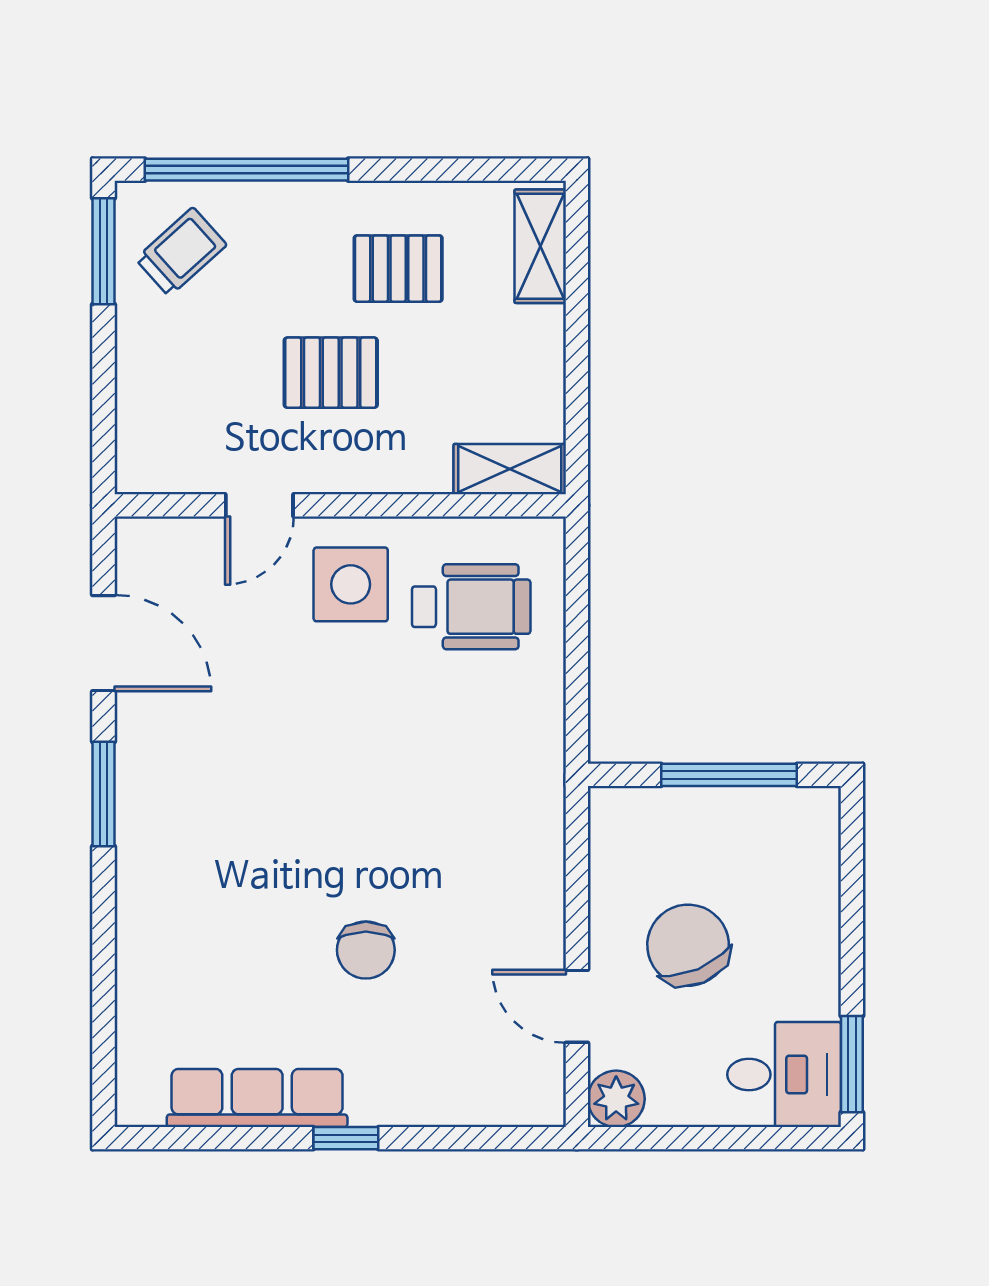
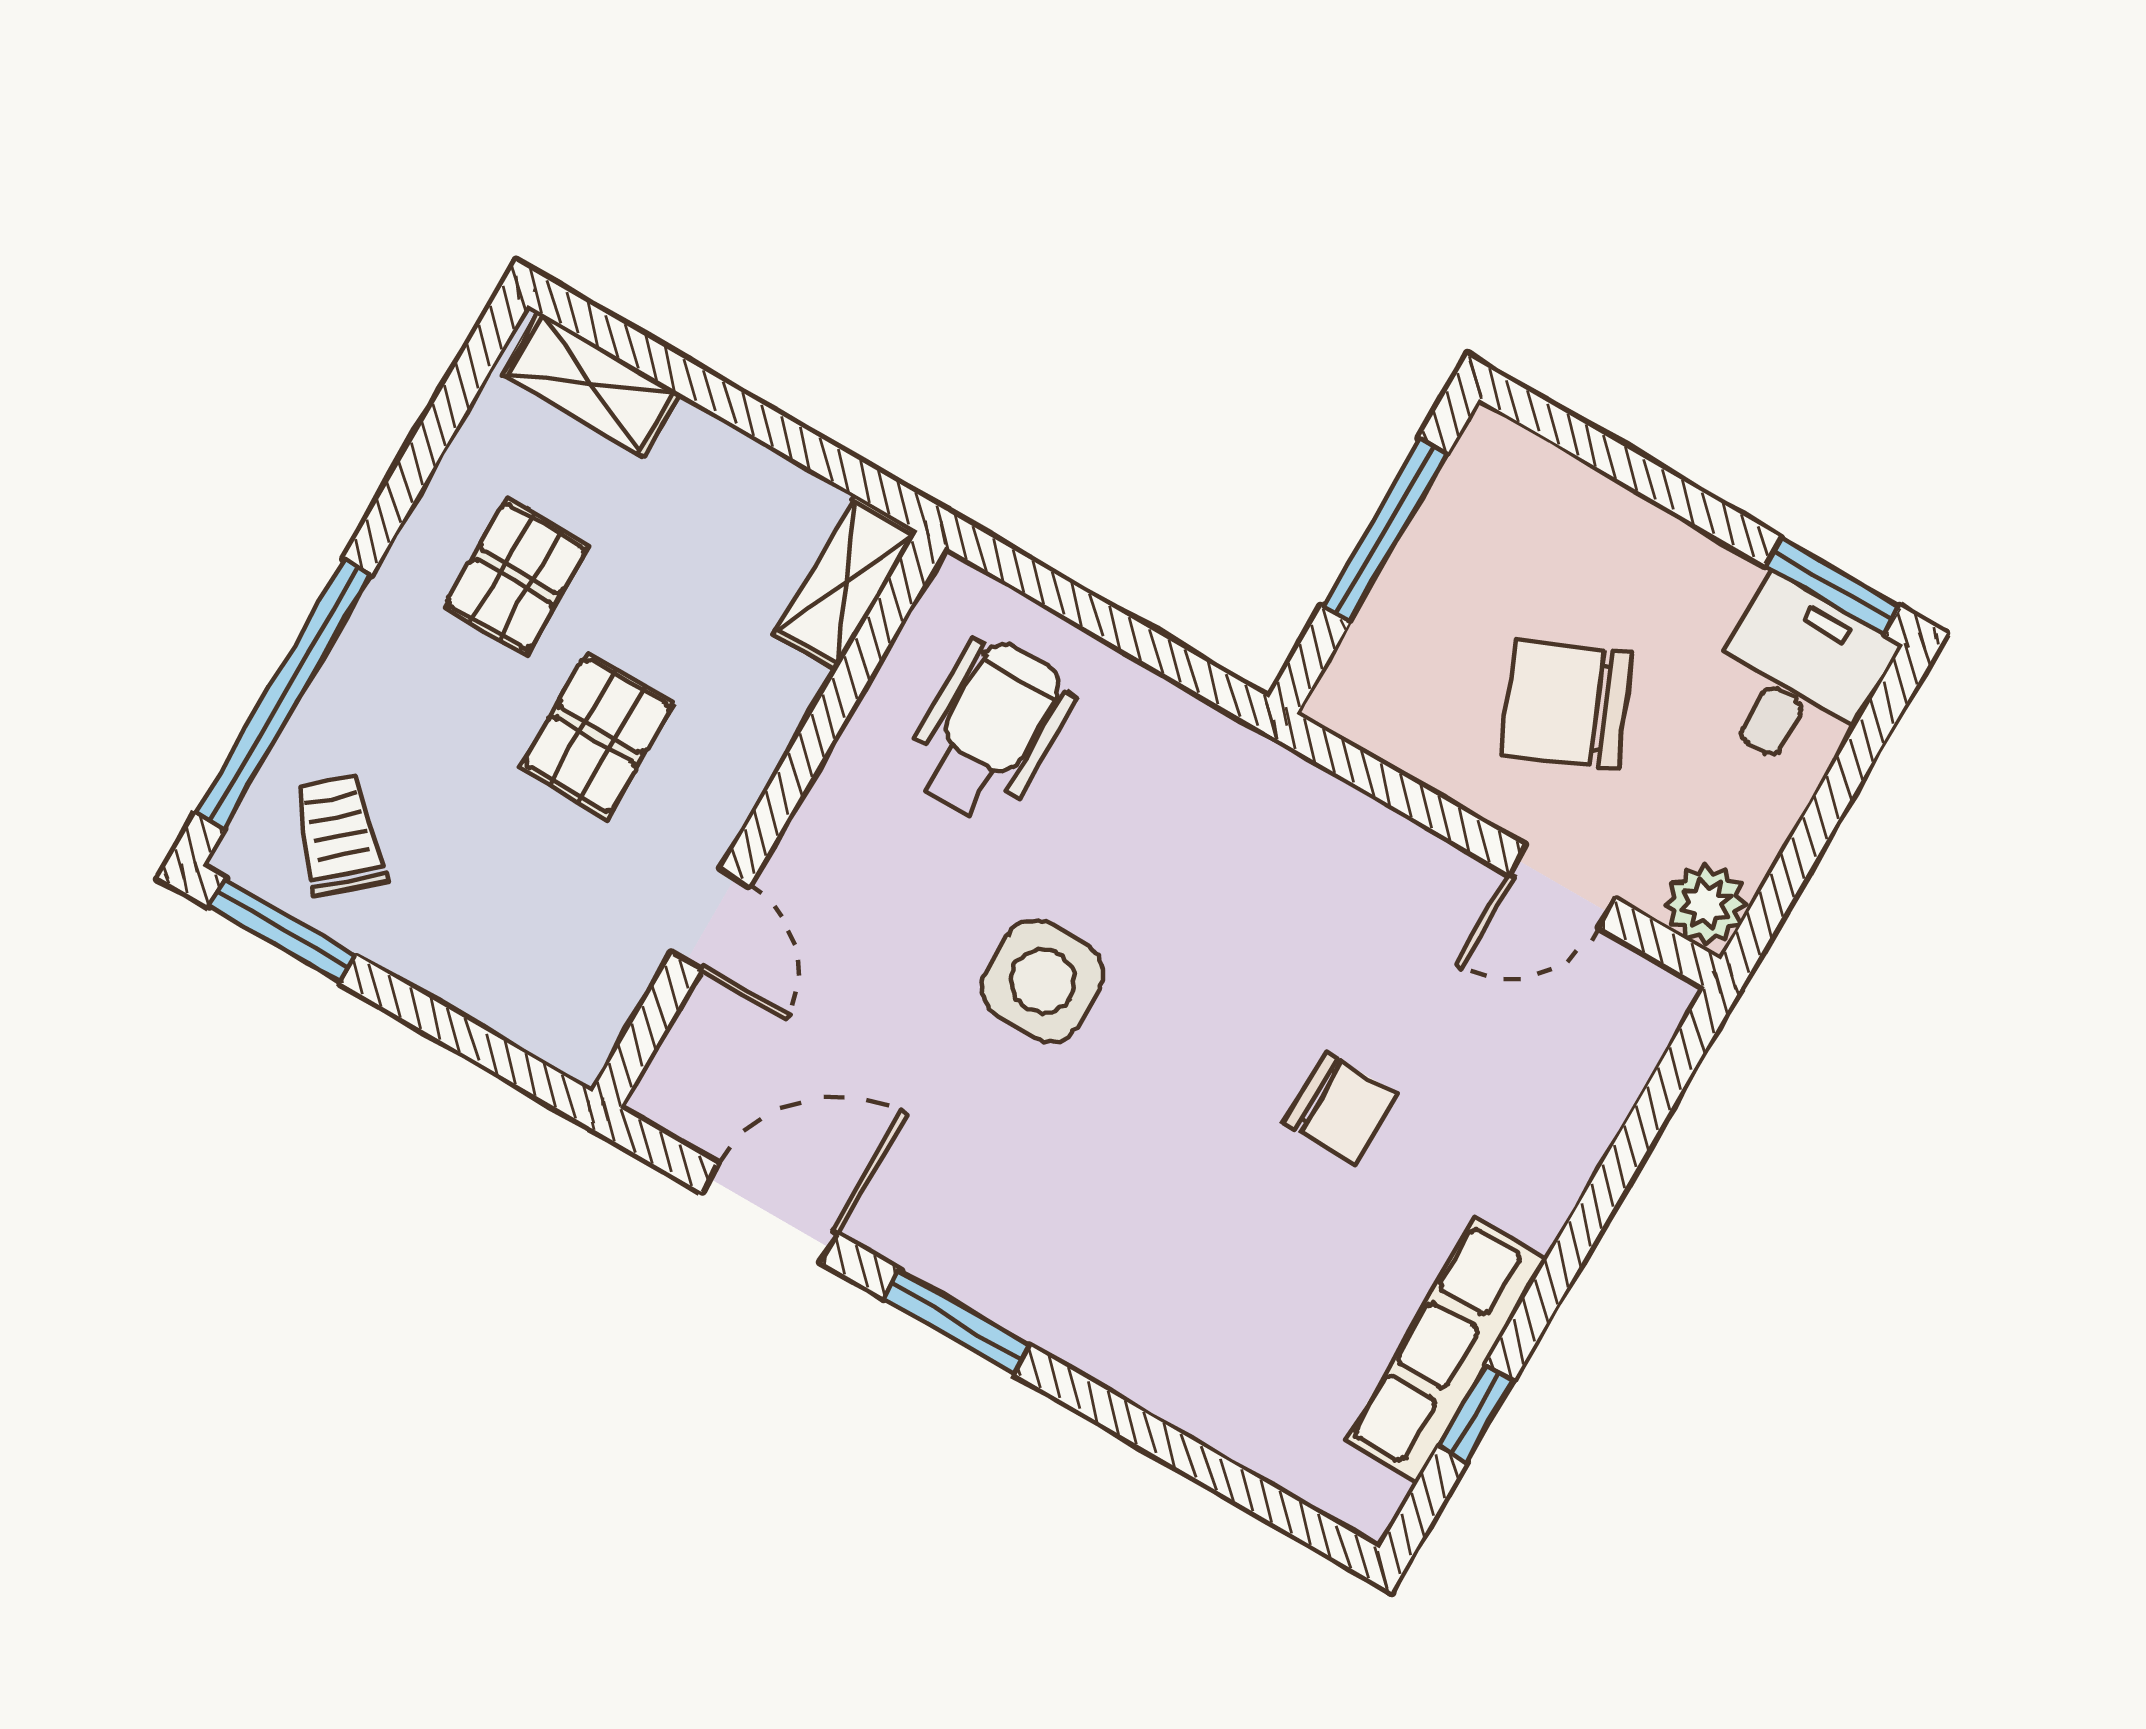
side table: (351, 584) -> (1043, 981), moved
window: (346, 1138) -> (1476, 1413), moved

